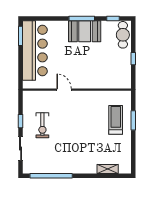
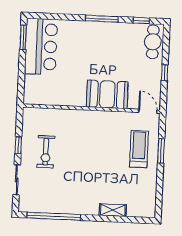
booth: (85, 31) -> (107, 94), moved
bar counter: (35, 51) -> (41, 47), width x0.73
door: (64, 90) -> (148, 111), moved
shelving: (108, 169) -> (113, 210), moved

